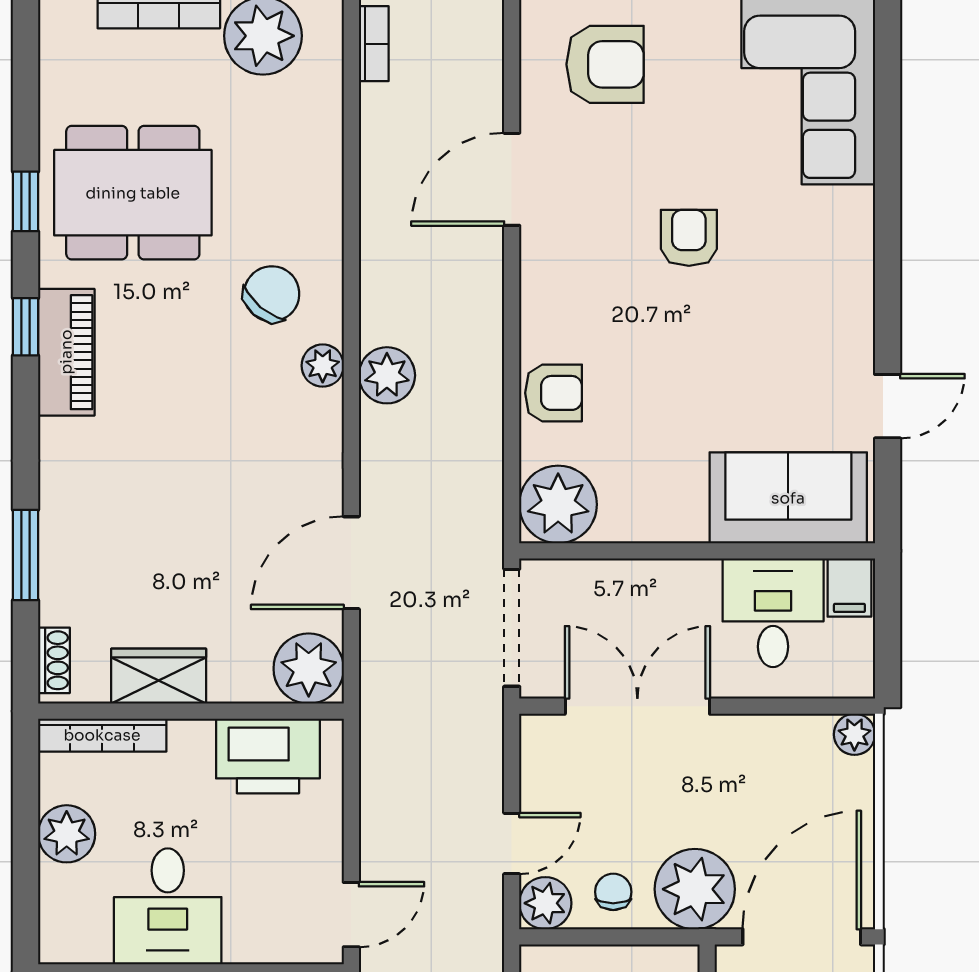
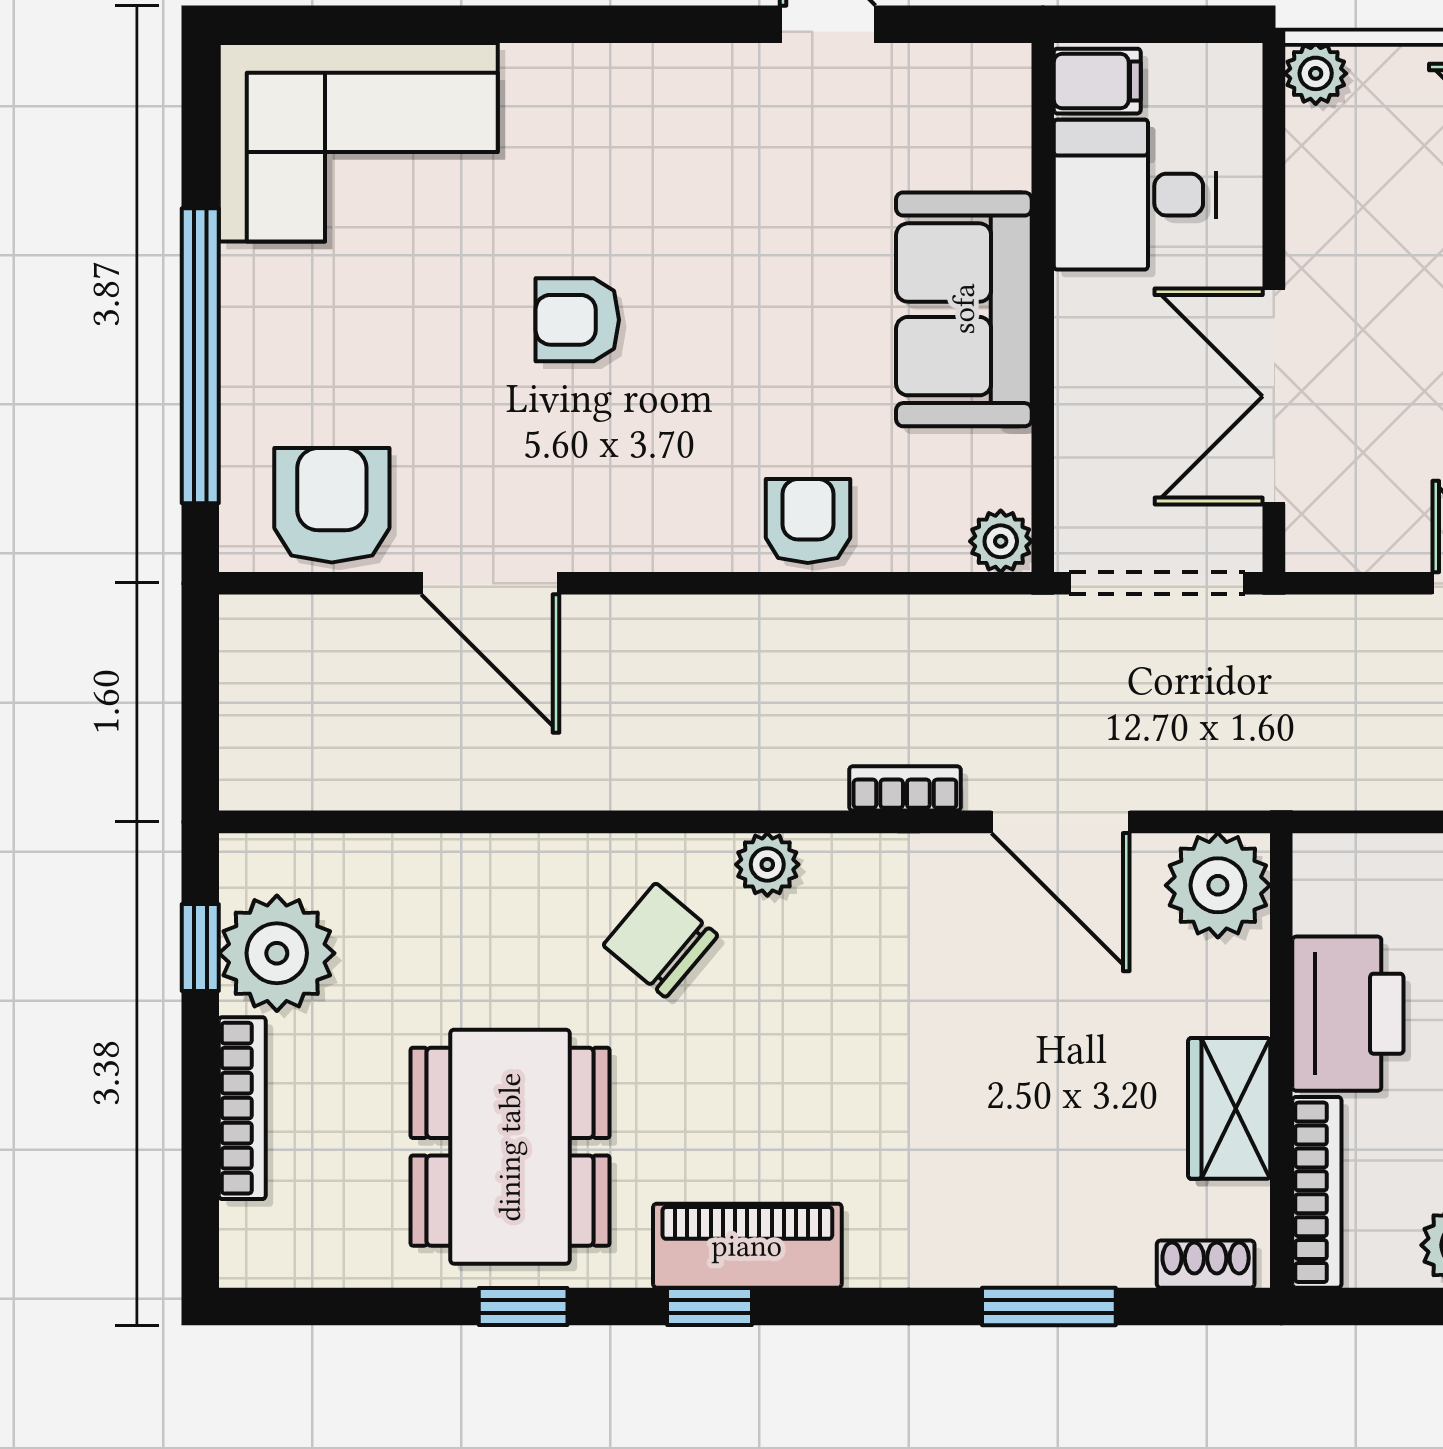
bookcase: (374, 44) -> (905, 788), moved
armchair: (605, 64) -> (332, 505), moved
plant: (387, 375) -> (782, 769), removed
sofa: (788, 498) -> (964, 309), moved
plant: (558, 504) -> (1001, 541), width x0.53, depth x0.53
printer: (268, 756) -> (1348, 1014), moved

